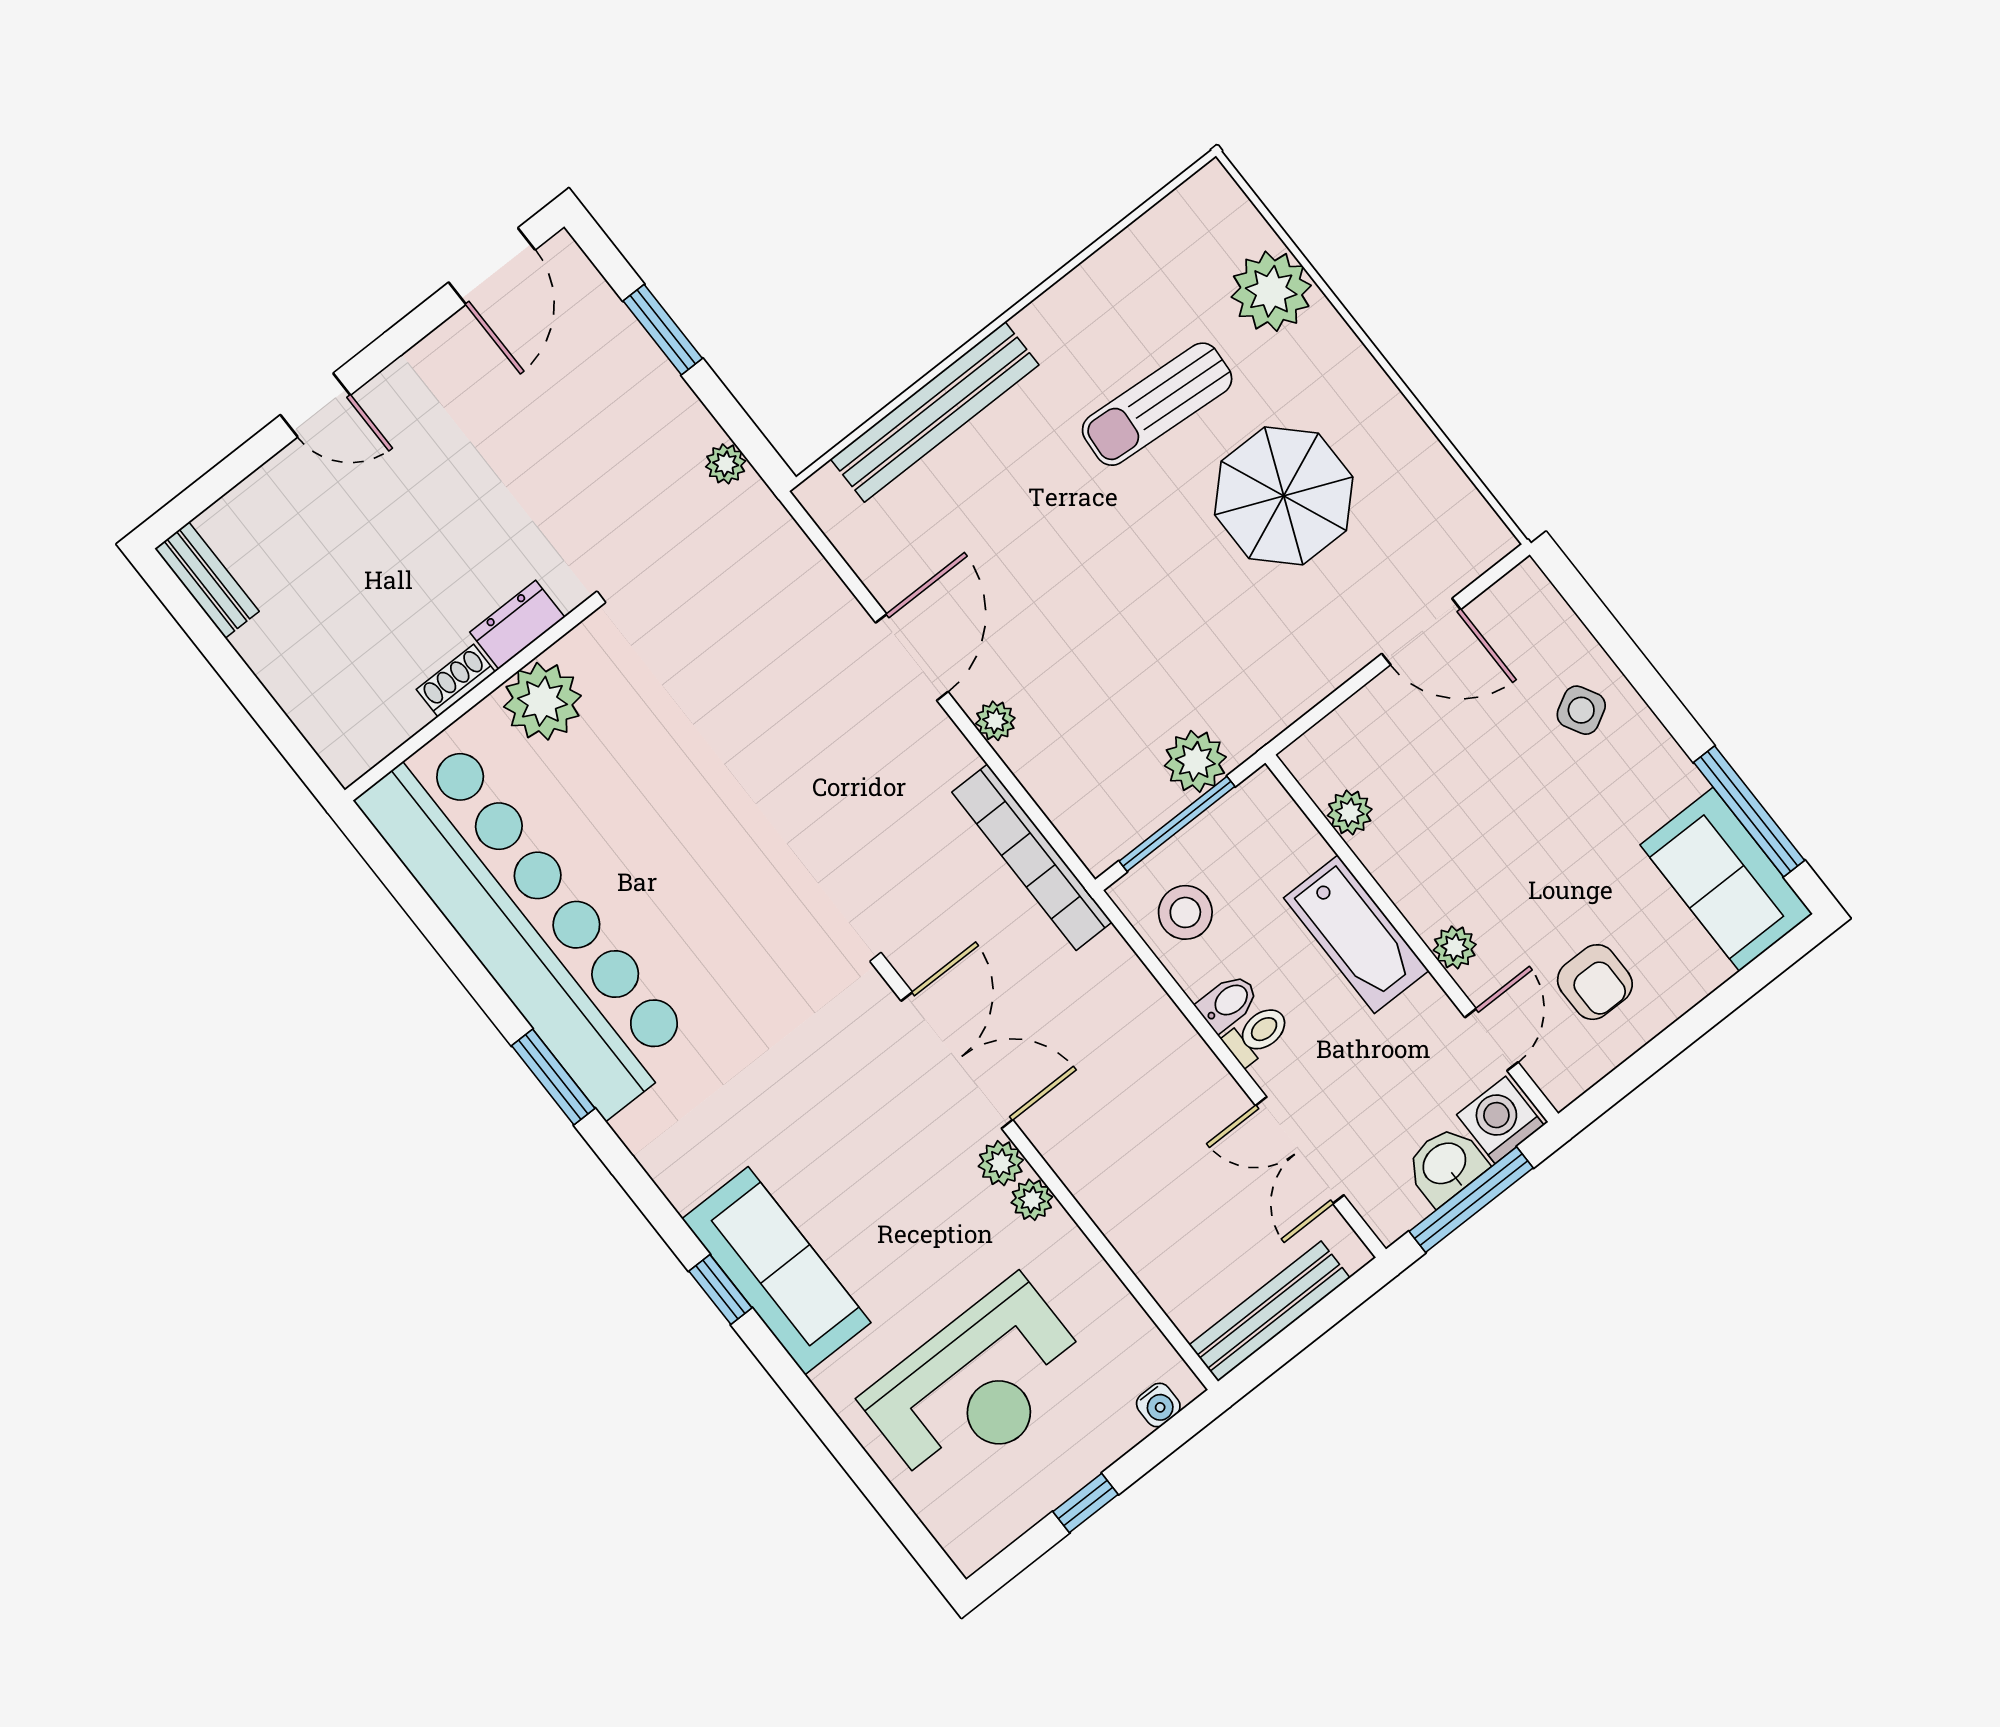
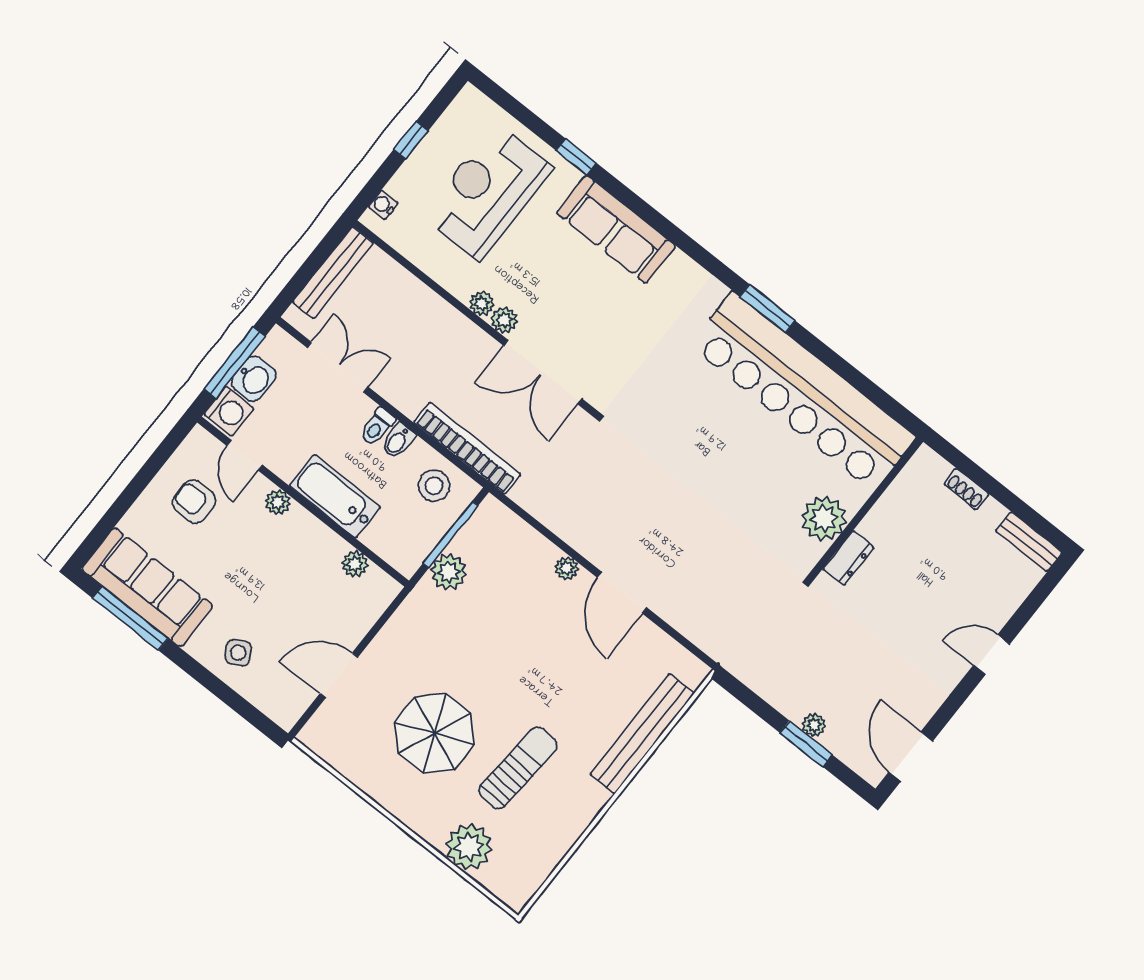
plant: (726, 464) -> (814, 725), moved
shoe rack: (456, 681) -> (966, 489), moved, turned 90
bookcase: (1032, 857) -> (467, 448), moved
sofa: (1726, 879) -> (147, 587), width x1.36
window: (720, 1289) -> (576, 157), moved

